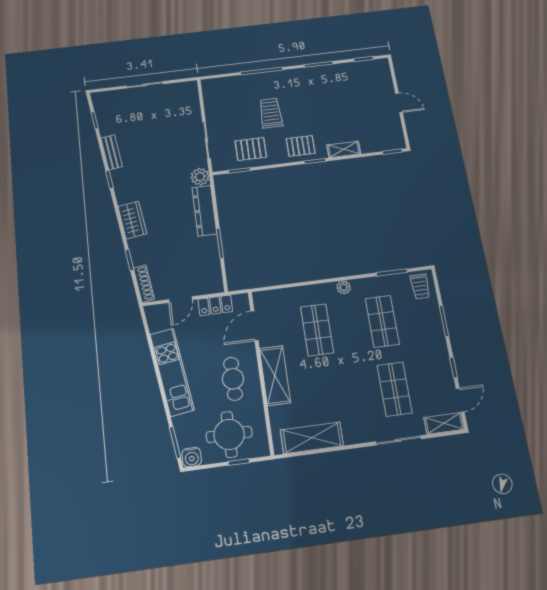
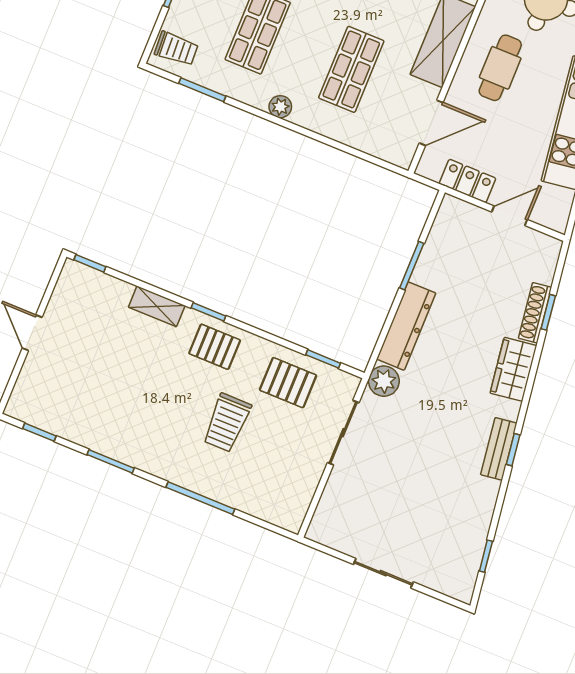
bench: (112, 152) -> (499, 449), moved
shoe rack: (144, 284) -> (535, 313), moved
trolley: (420, 286) -> (176, 49), turned 87

